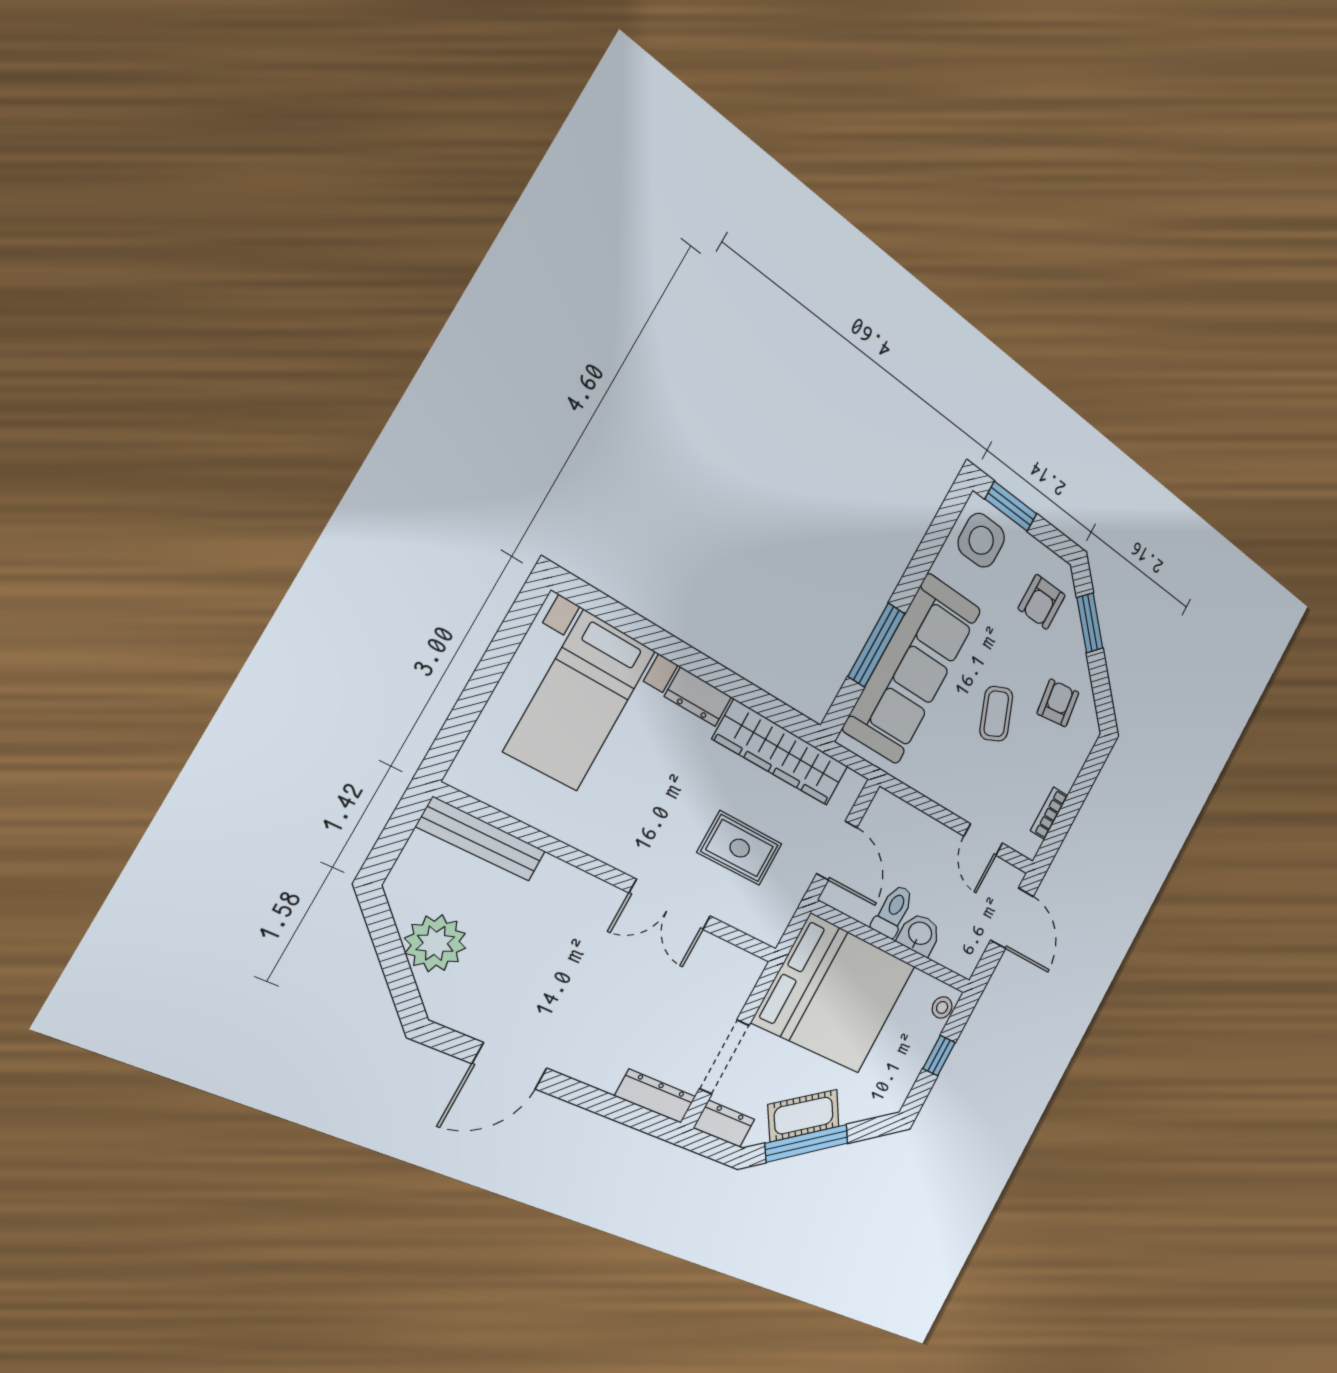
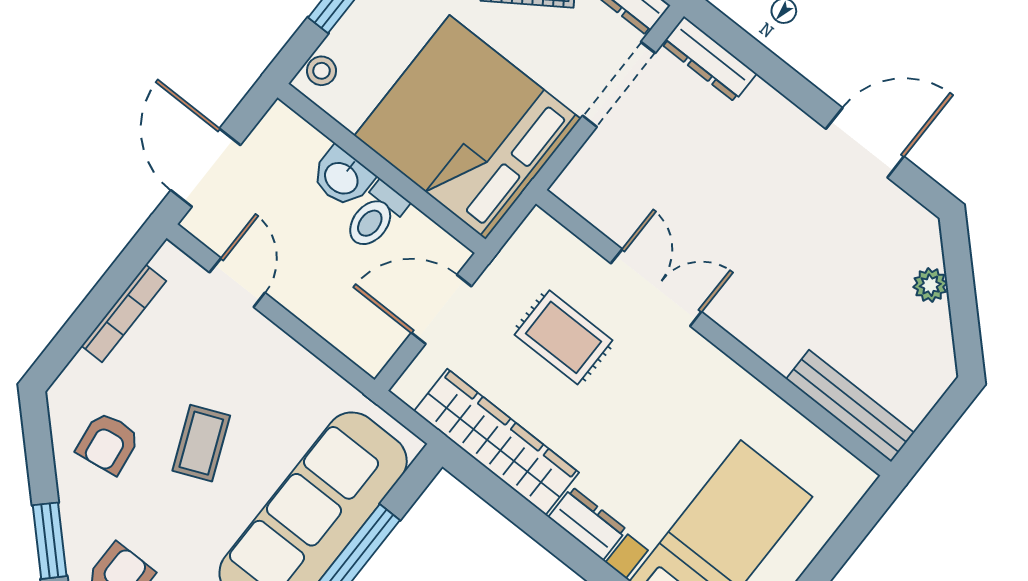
bookcase: (1049, 813) -> (124, 313), width x1.56
door: (837, 851) -> (441, 309), hinge flipped
plant: (435, 943) -> (930, 285), width x0.53, depth x0.53

